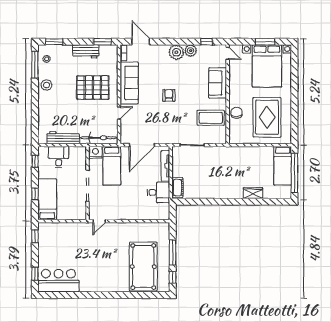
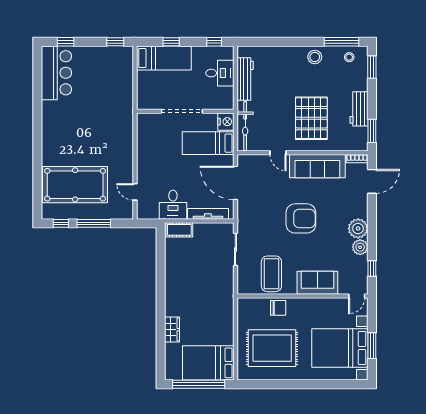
armchair: (169, 95) -> (301, 218), width x1.88, depth x1.88
bed: (283, 166) -> (208, 363), width x1.50
door: (99, 221) -> (135, 192), moved

